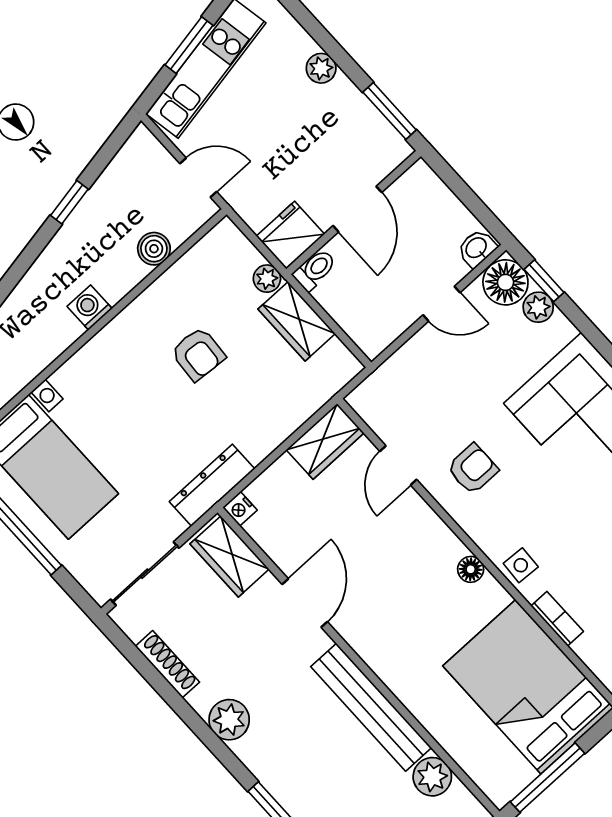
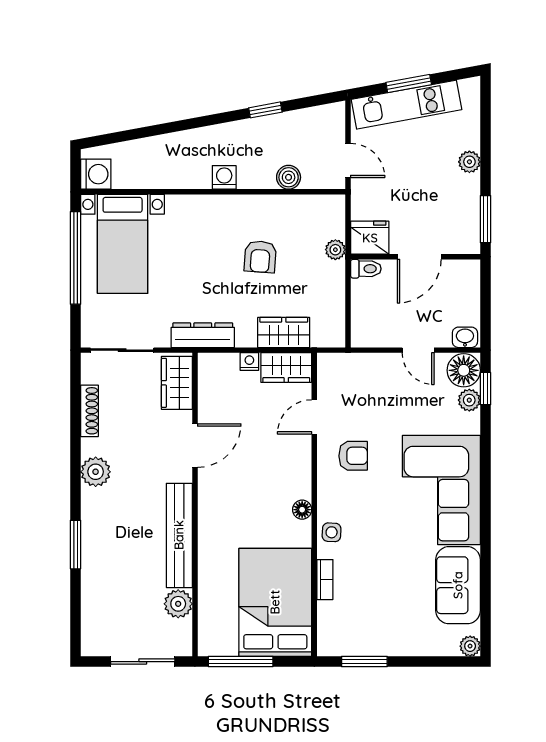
wardrobe: (297, 321) -> (284, 332), moved, turned 90
nightstand: (240, 509) -> (249, 362), moved, turned 90

